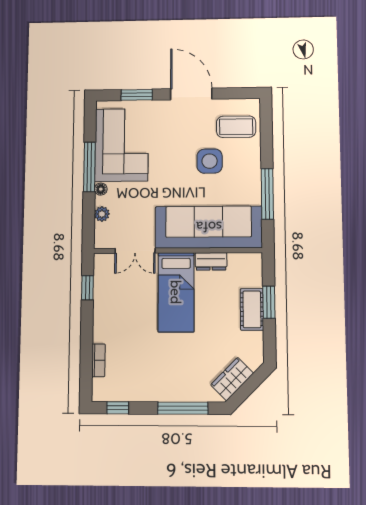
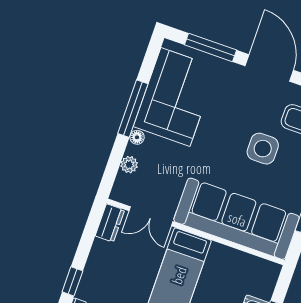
window: (137, 95) -> (211, 47), width x1.44
dresser: (211, 261) -> (110, 223), moved, turned -90
window: (87, 288) -> (72, 281), moved

